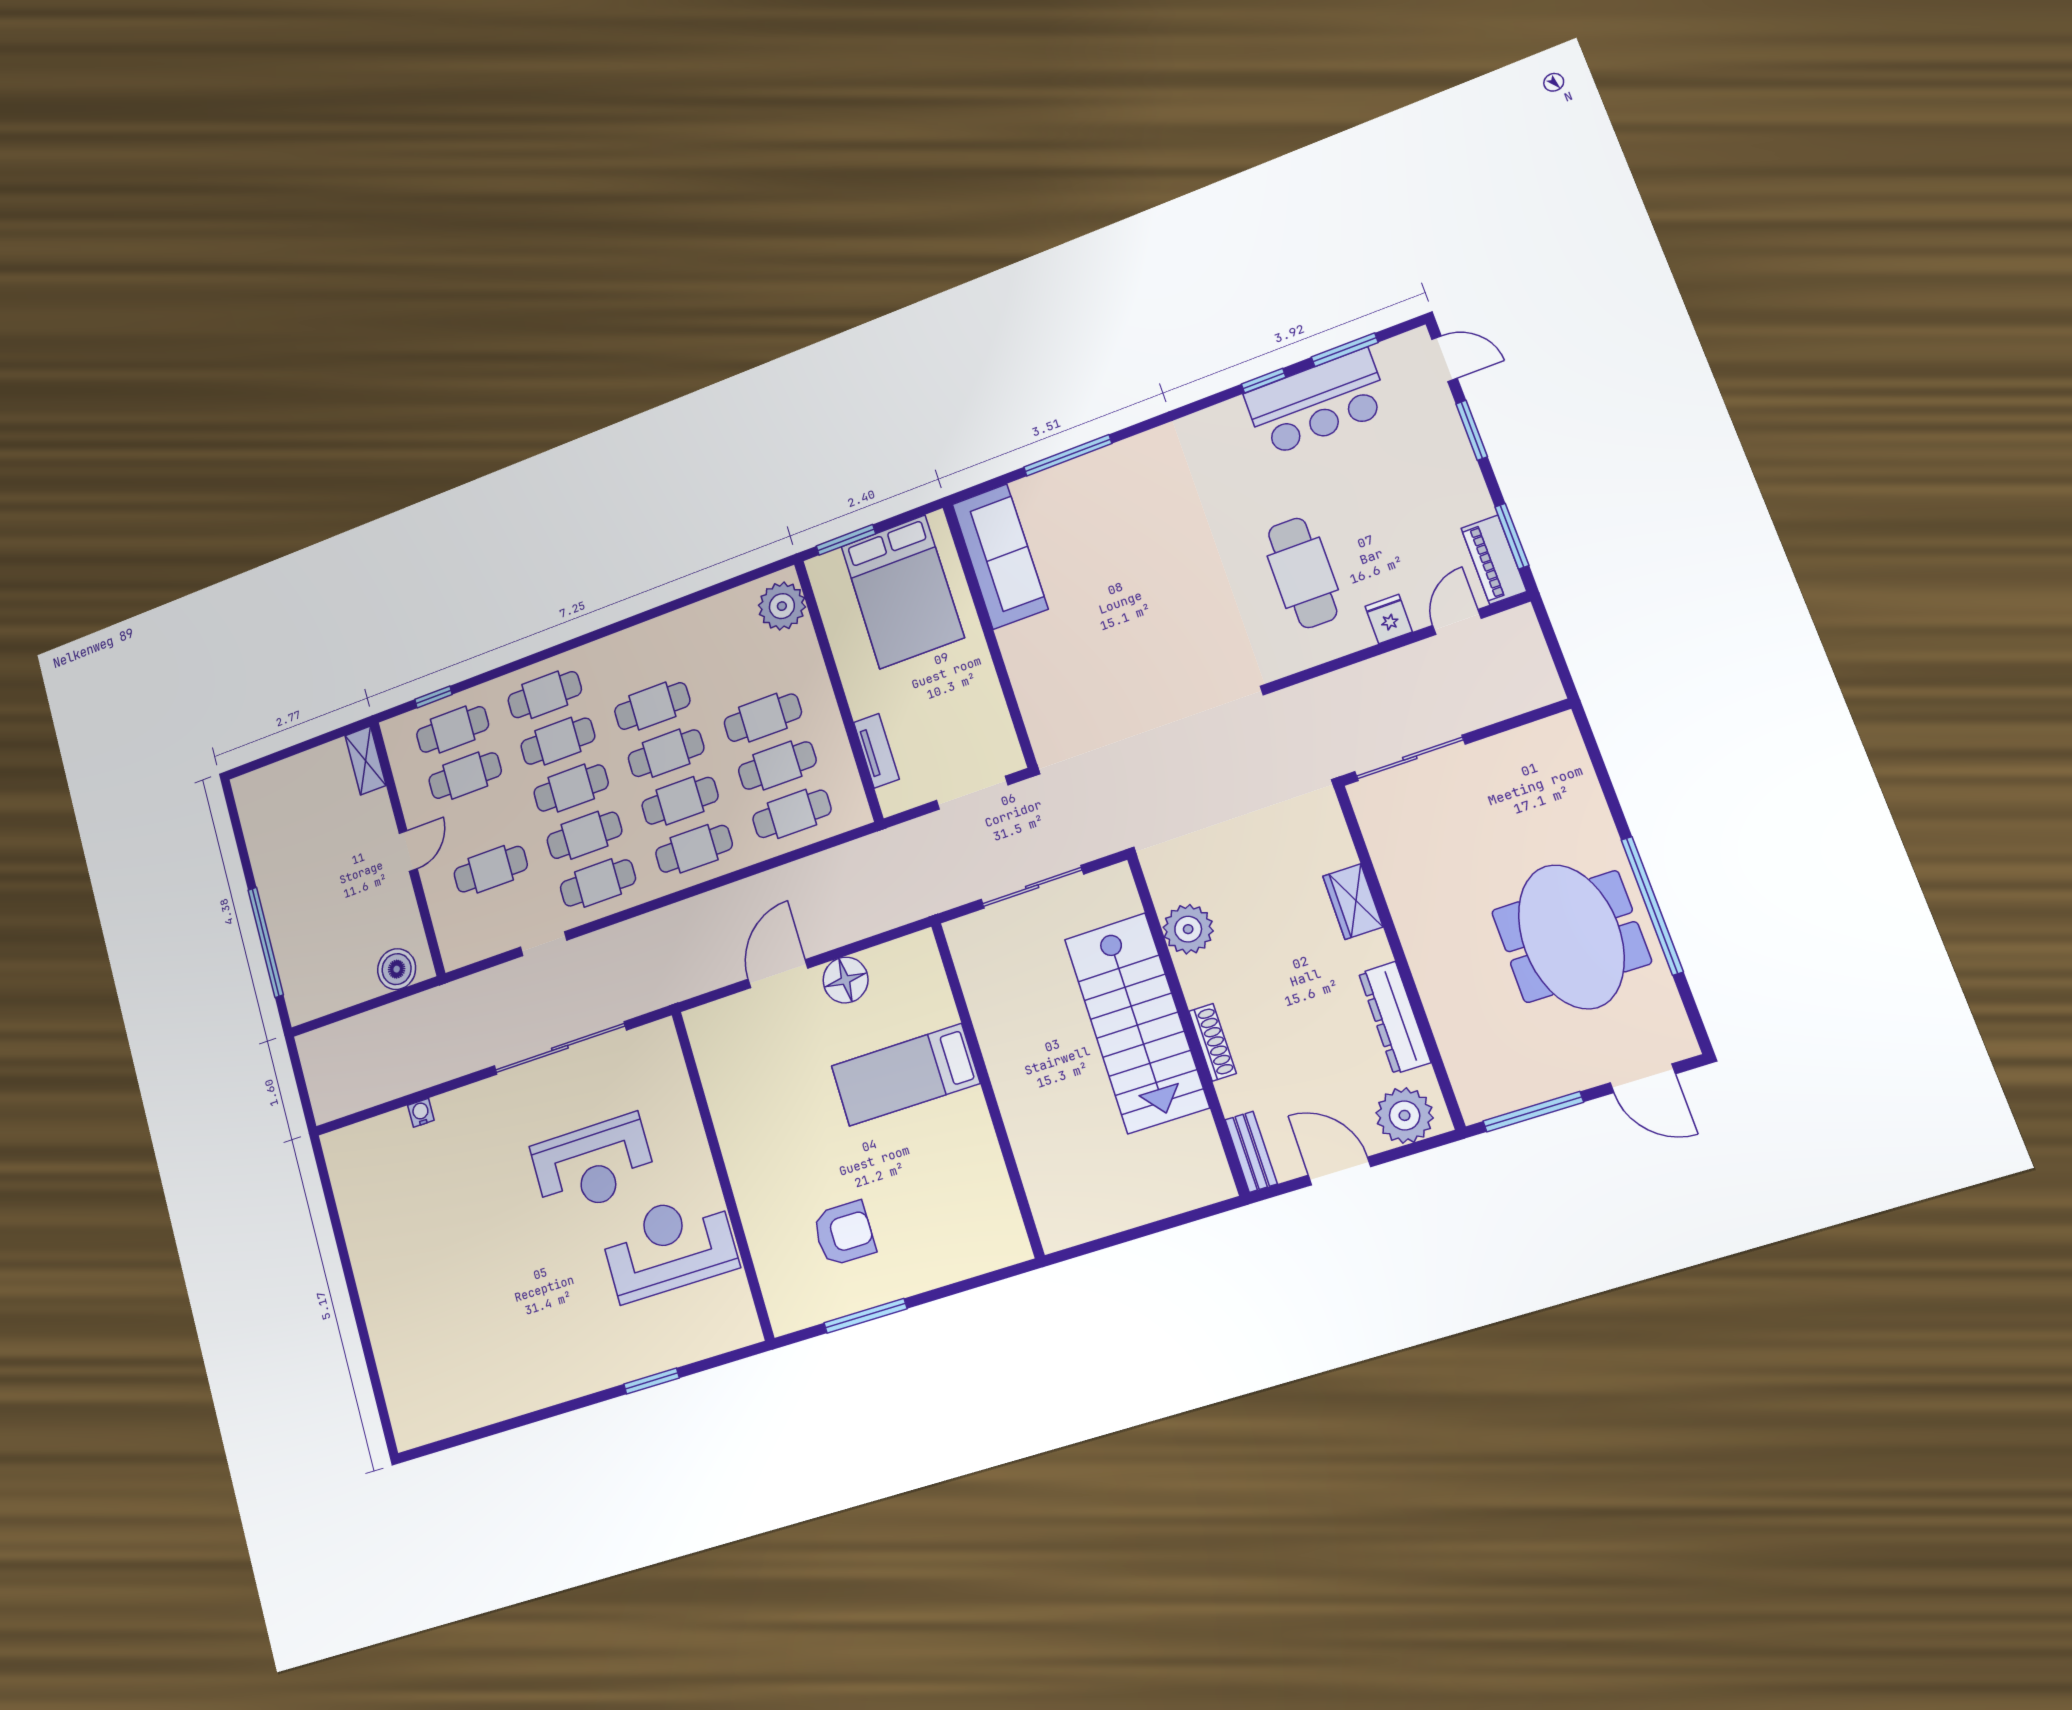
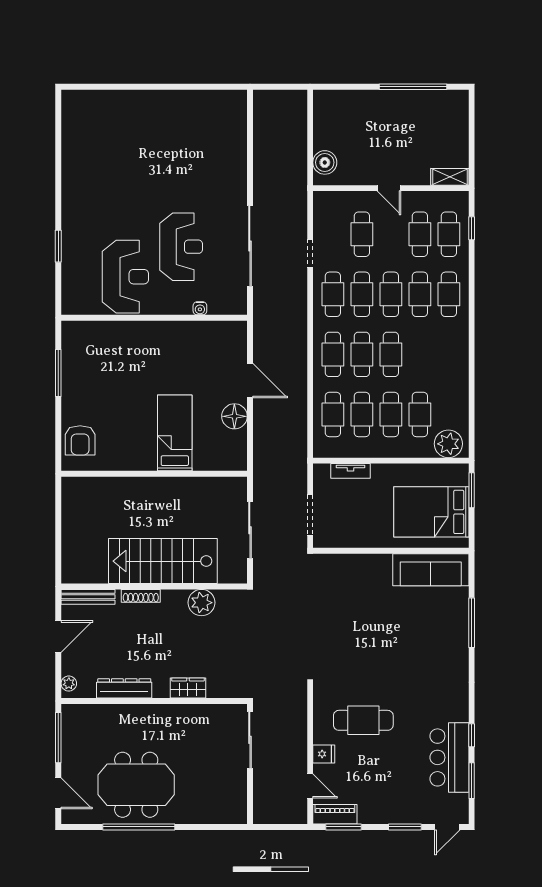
cafe table: (652, 706) -> (420, 414), moved
window: (266, 942) -> (413, 87), moved
door: (1643, 1078) -> (58, 793), swing flipped
water cooler: (421, 1113) -> (200, 308), moved, turned 90
plant: (1405, 1115) -> (69, 684), width x0.53, depth x0.53
bench: (1251, 1152) -> (88, 597), width x1.36
reception desk: (593, 1165) -> (181, 247), turned 180
armchair: (844, 1233) -> (80, 440), moved

